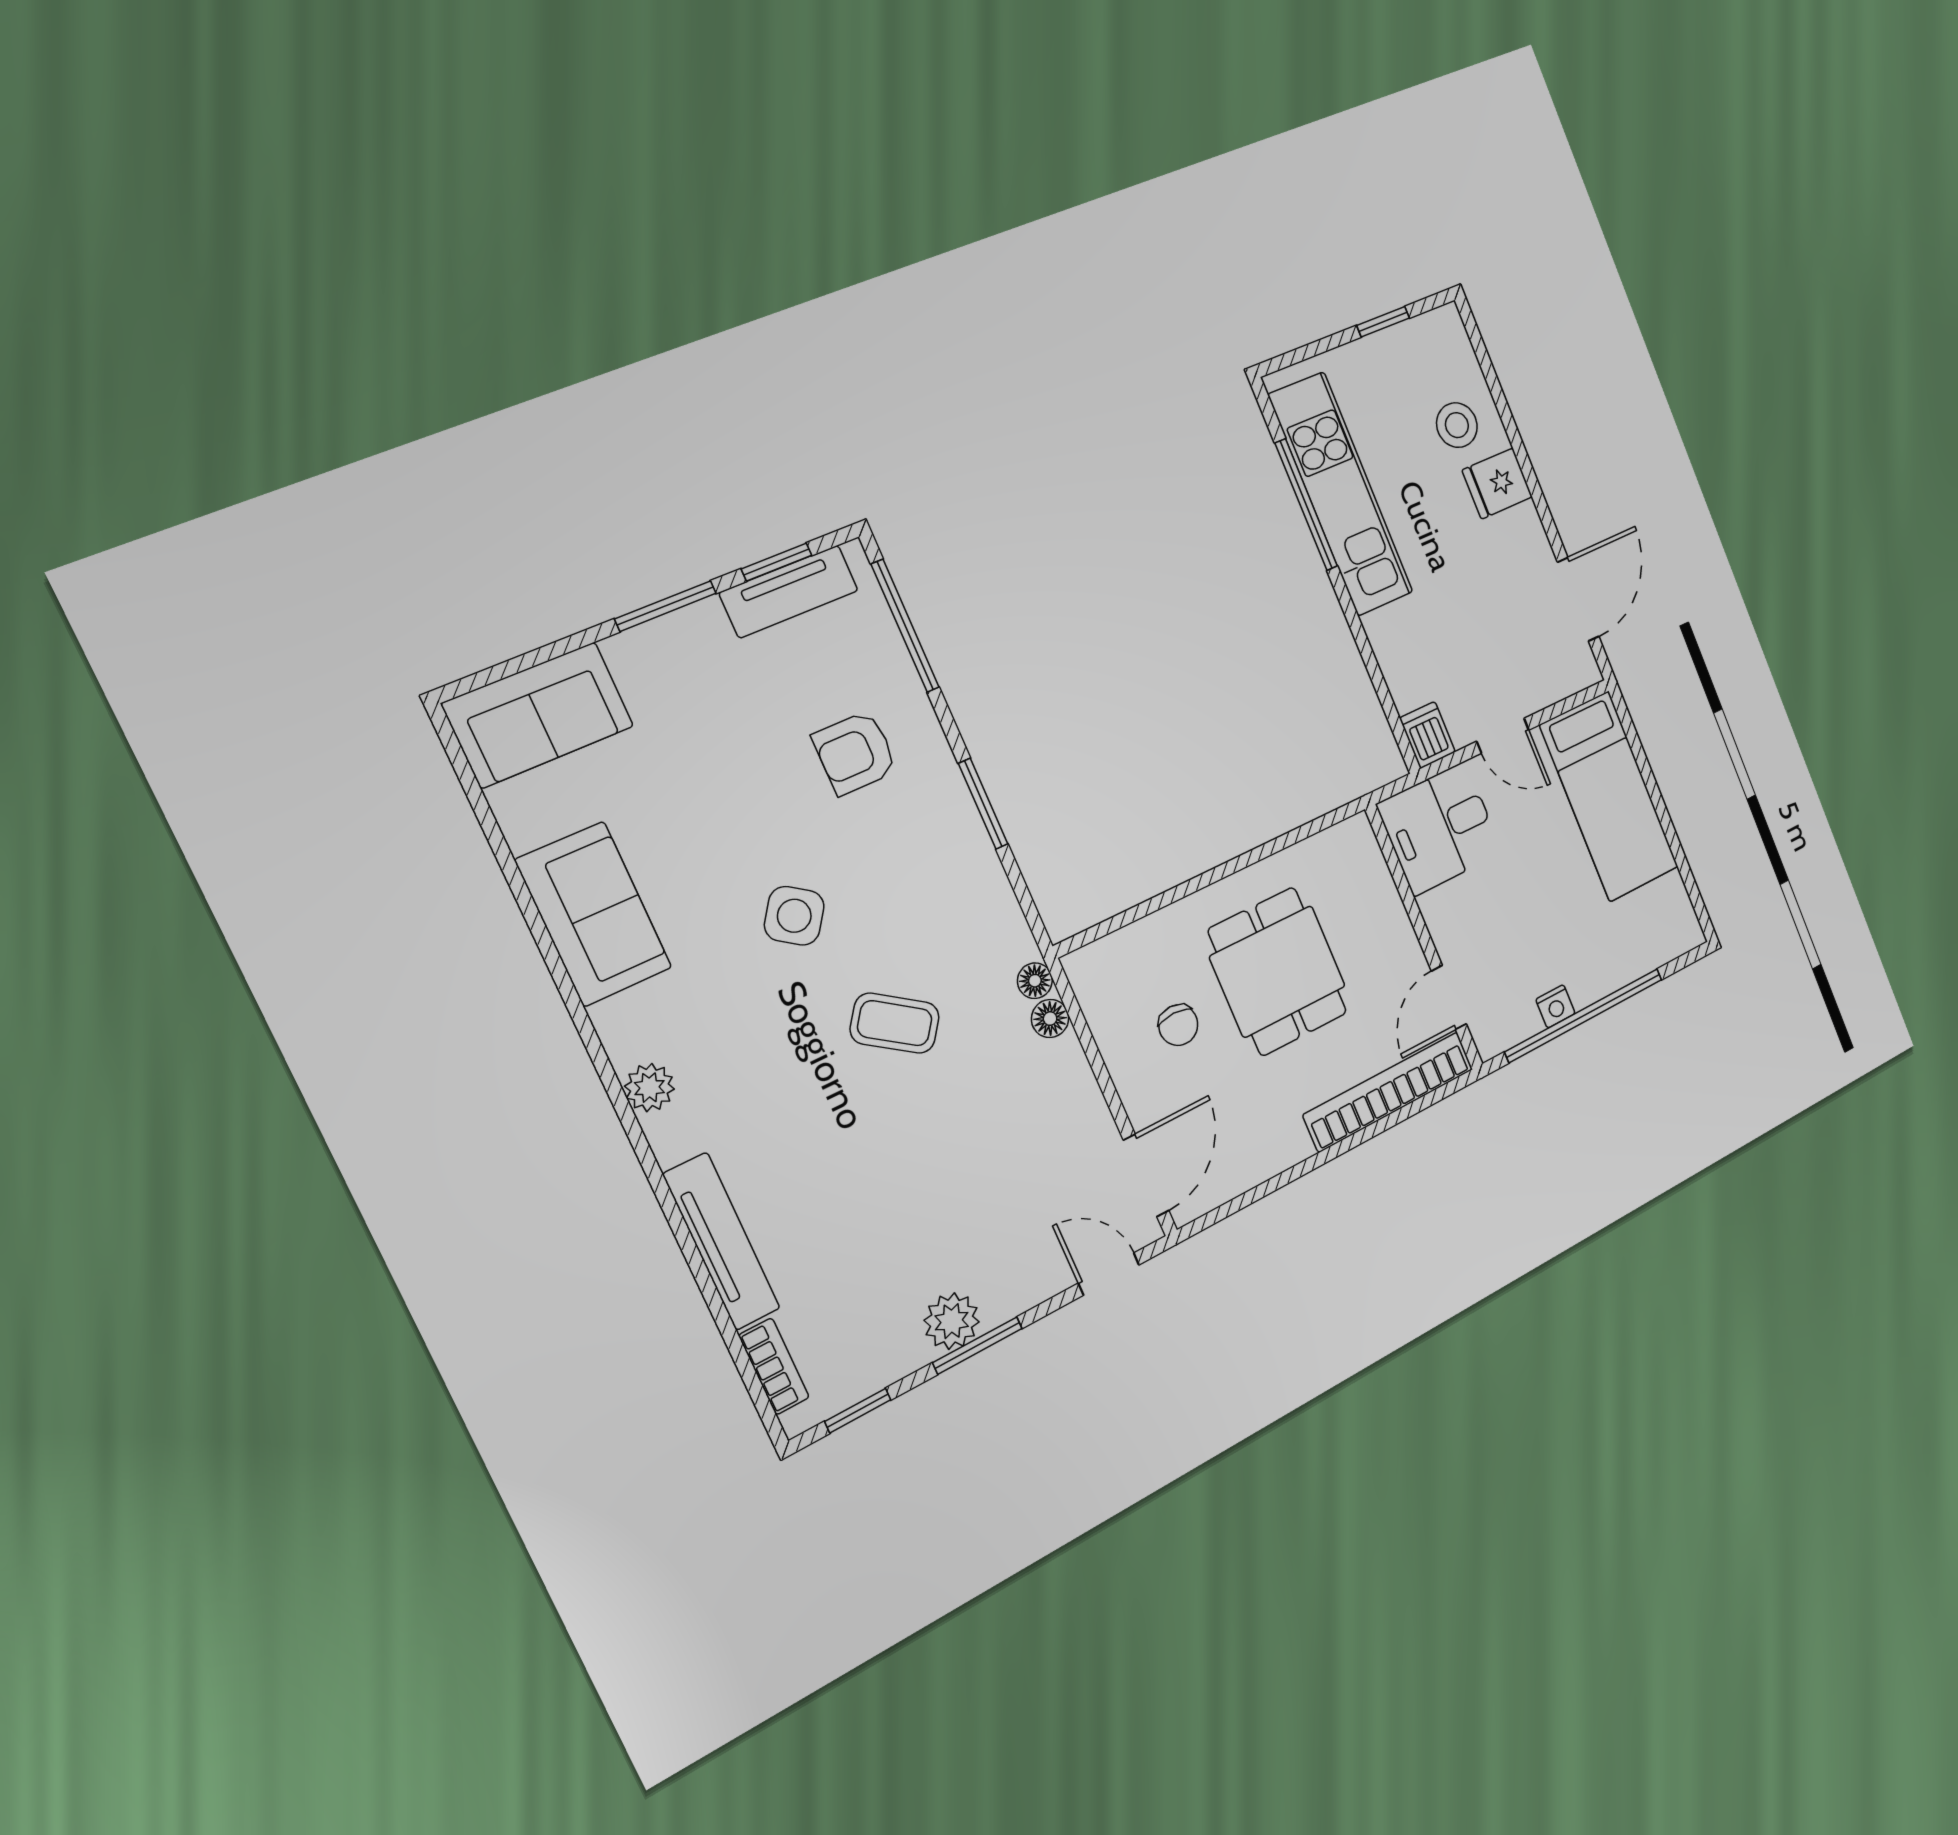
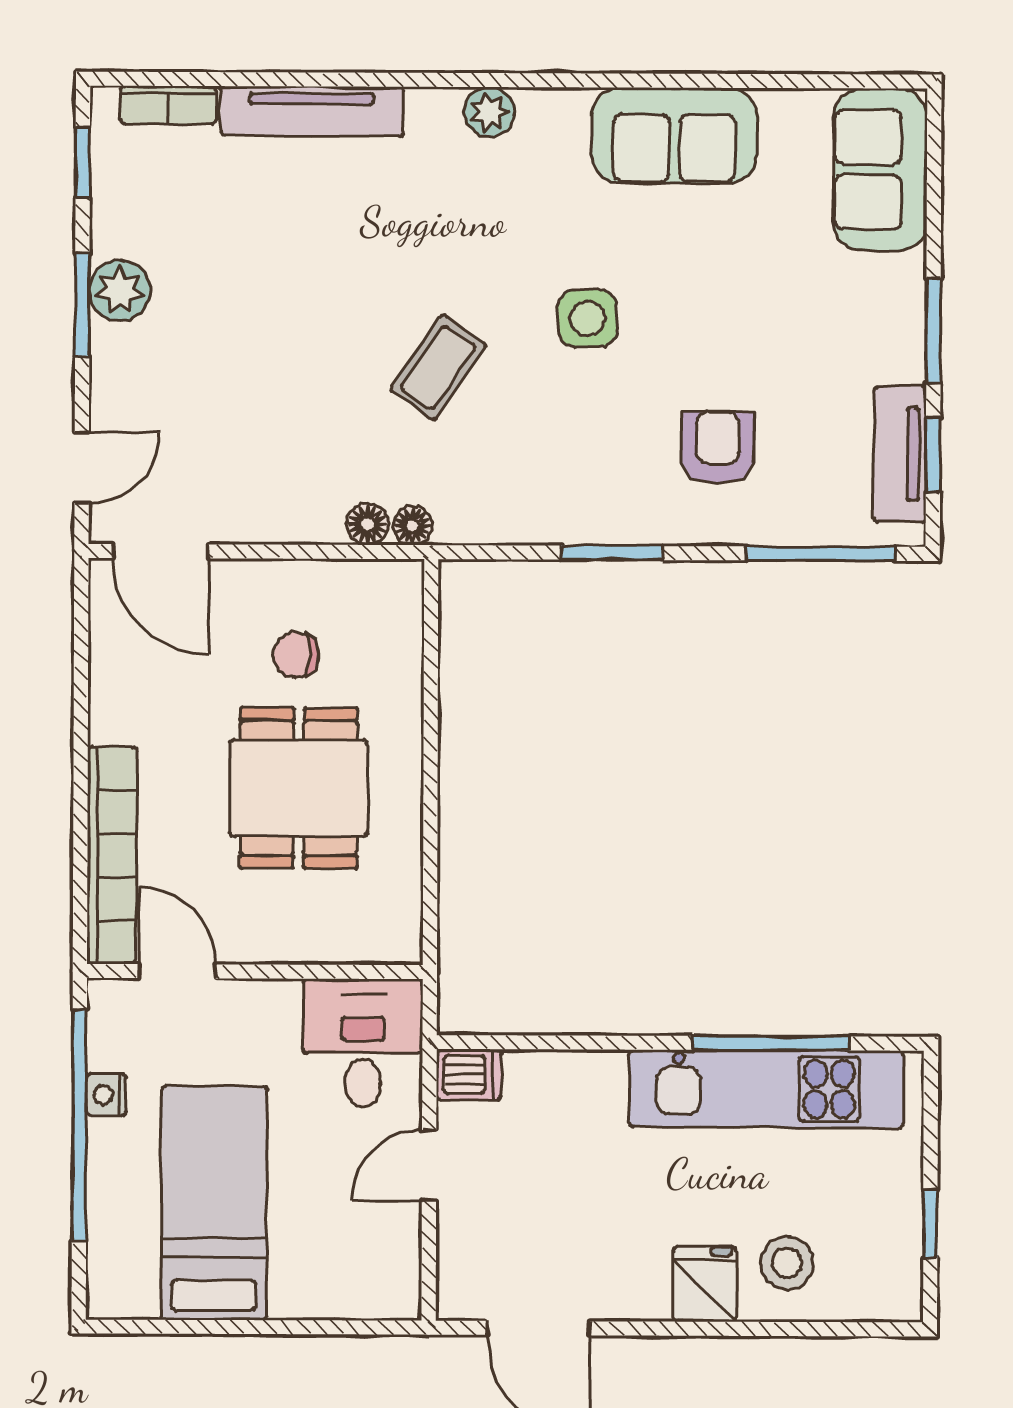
bed: (1609, 796) -> (214, 1203), moved, turned 90
side table: (794, 916) -> (587, 318), turned -37
dining table: (1278, 971) -> (299, 788), turned 90

